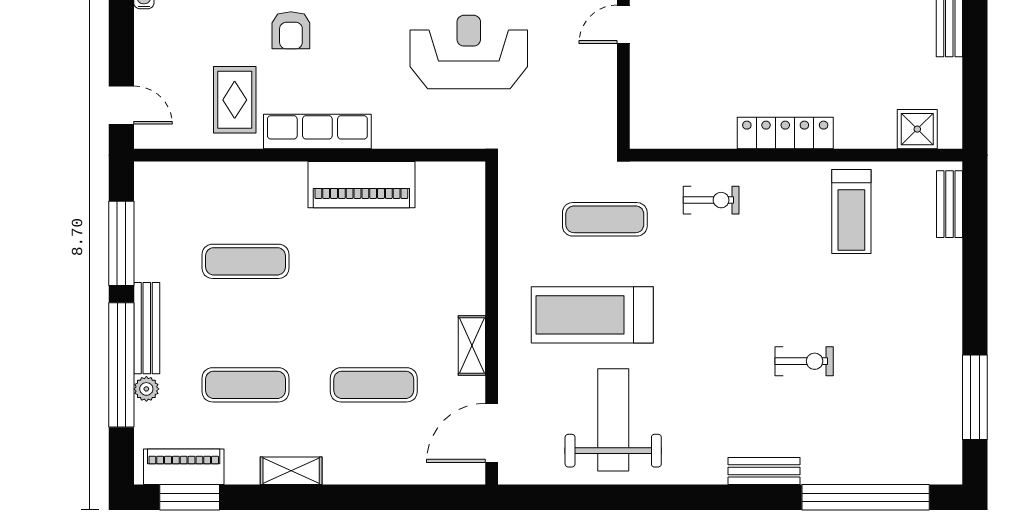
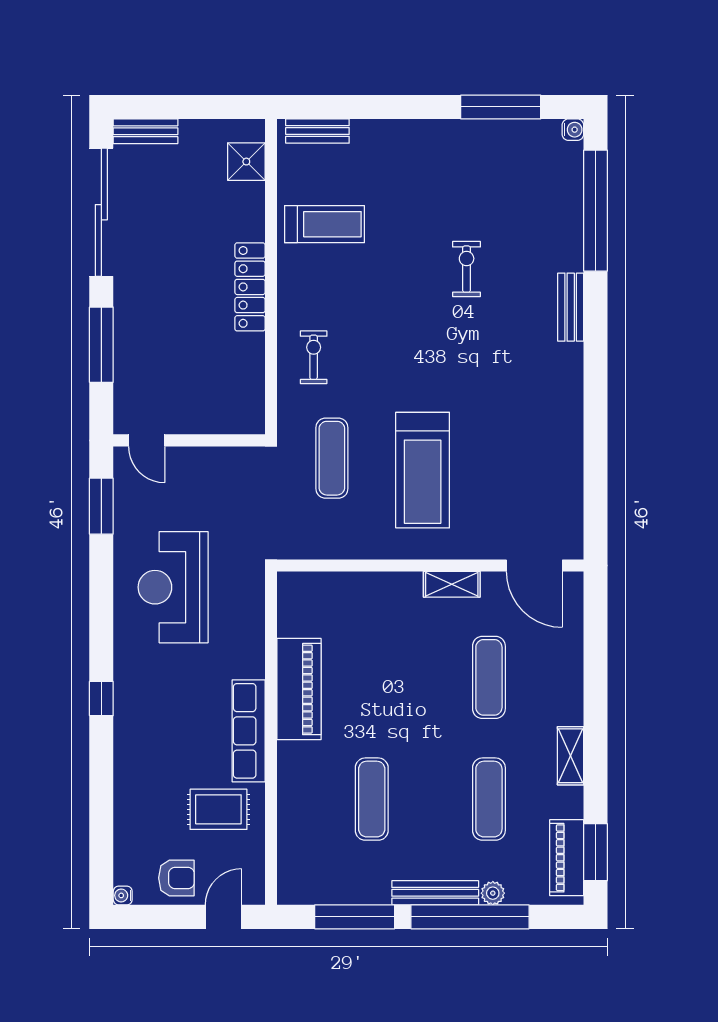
armchair: (291, 30) -> (176, 878), moved
weight bench: (613, 420) -> (522, 450), removed
water cooler: (951, 473) -> (573, 130), added

